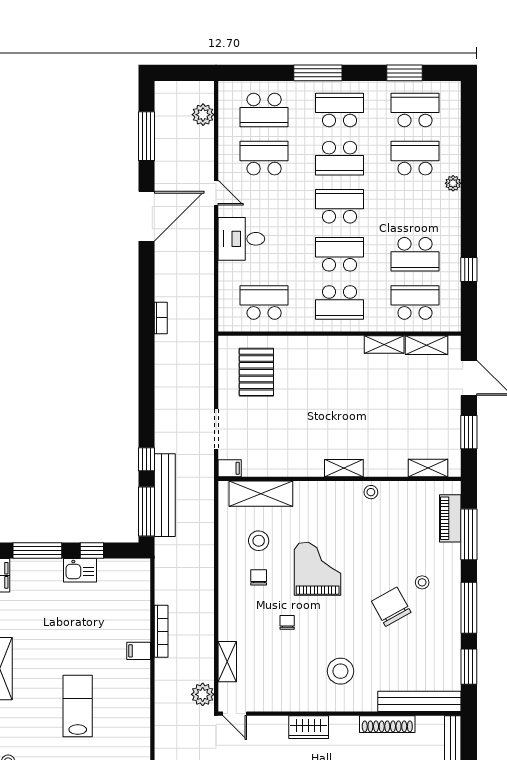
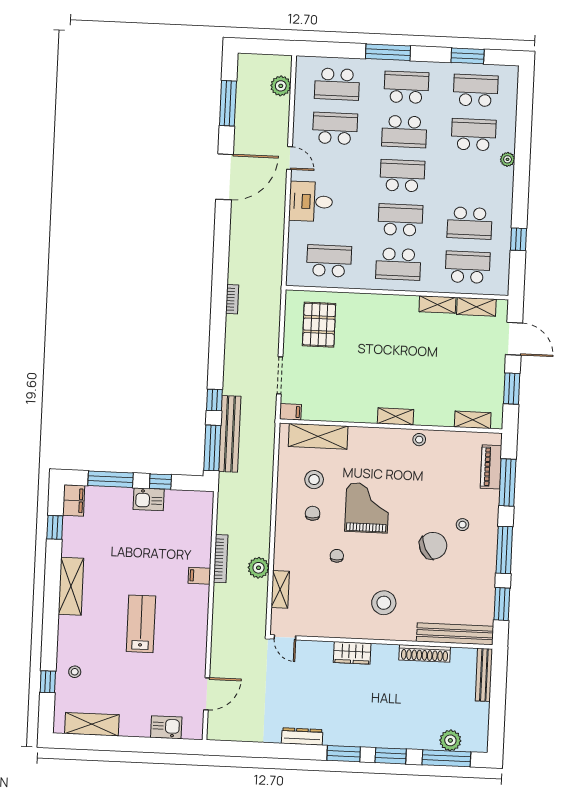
bookcase: (161, 318) -> (232, 299), moved
chair: (391, 607) -> (433, 546), turned 92
plant: (203, 694) -> (259, 568), moved

